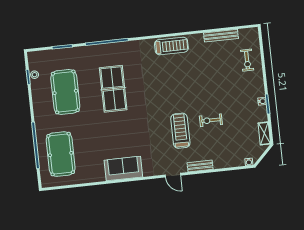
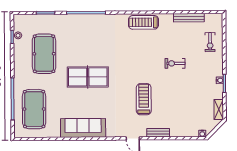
treadmill: (171, 46) -> (143, 22), turned 180
table tennis table: (113, 89) -> (88, 77), moved, turned 90
exercise bike: (211, 120) -> (175, 63), moved
sofa: (123, 169) -> (83, 128), width x1.36

